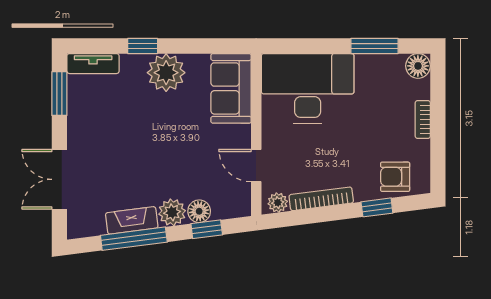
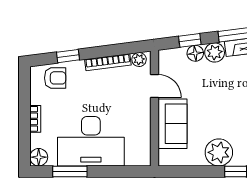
sofa: (231, 88) -> (172, 124), moved
desk: (308, 88) -> (91, 141), moved

